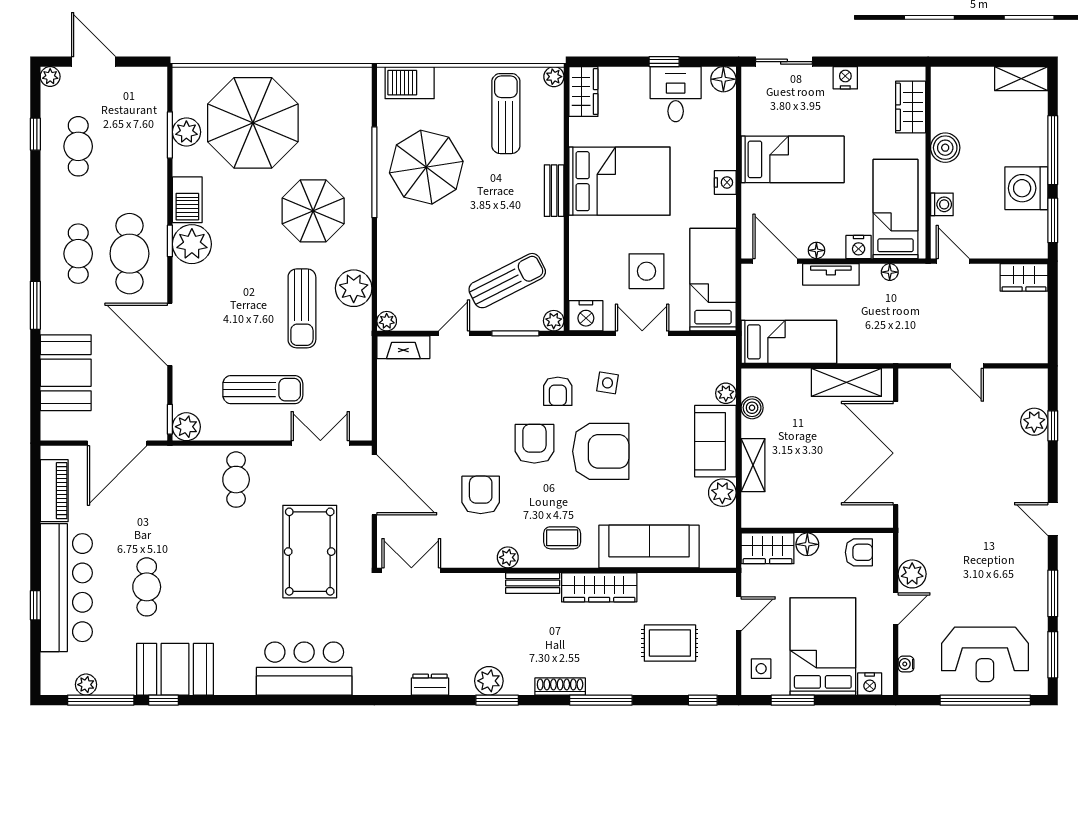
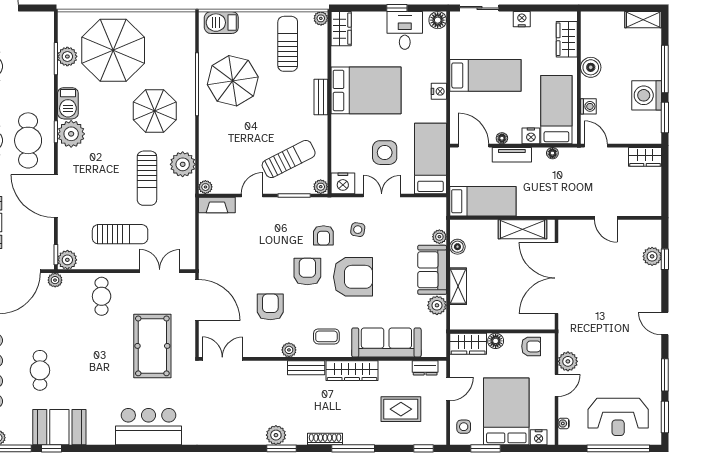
plant: (169, 456) -> (55, 280), added
dresser: (430, 685) -> (425, 368), moved, turned 180

